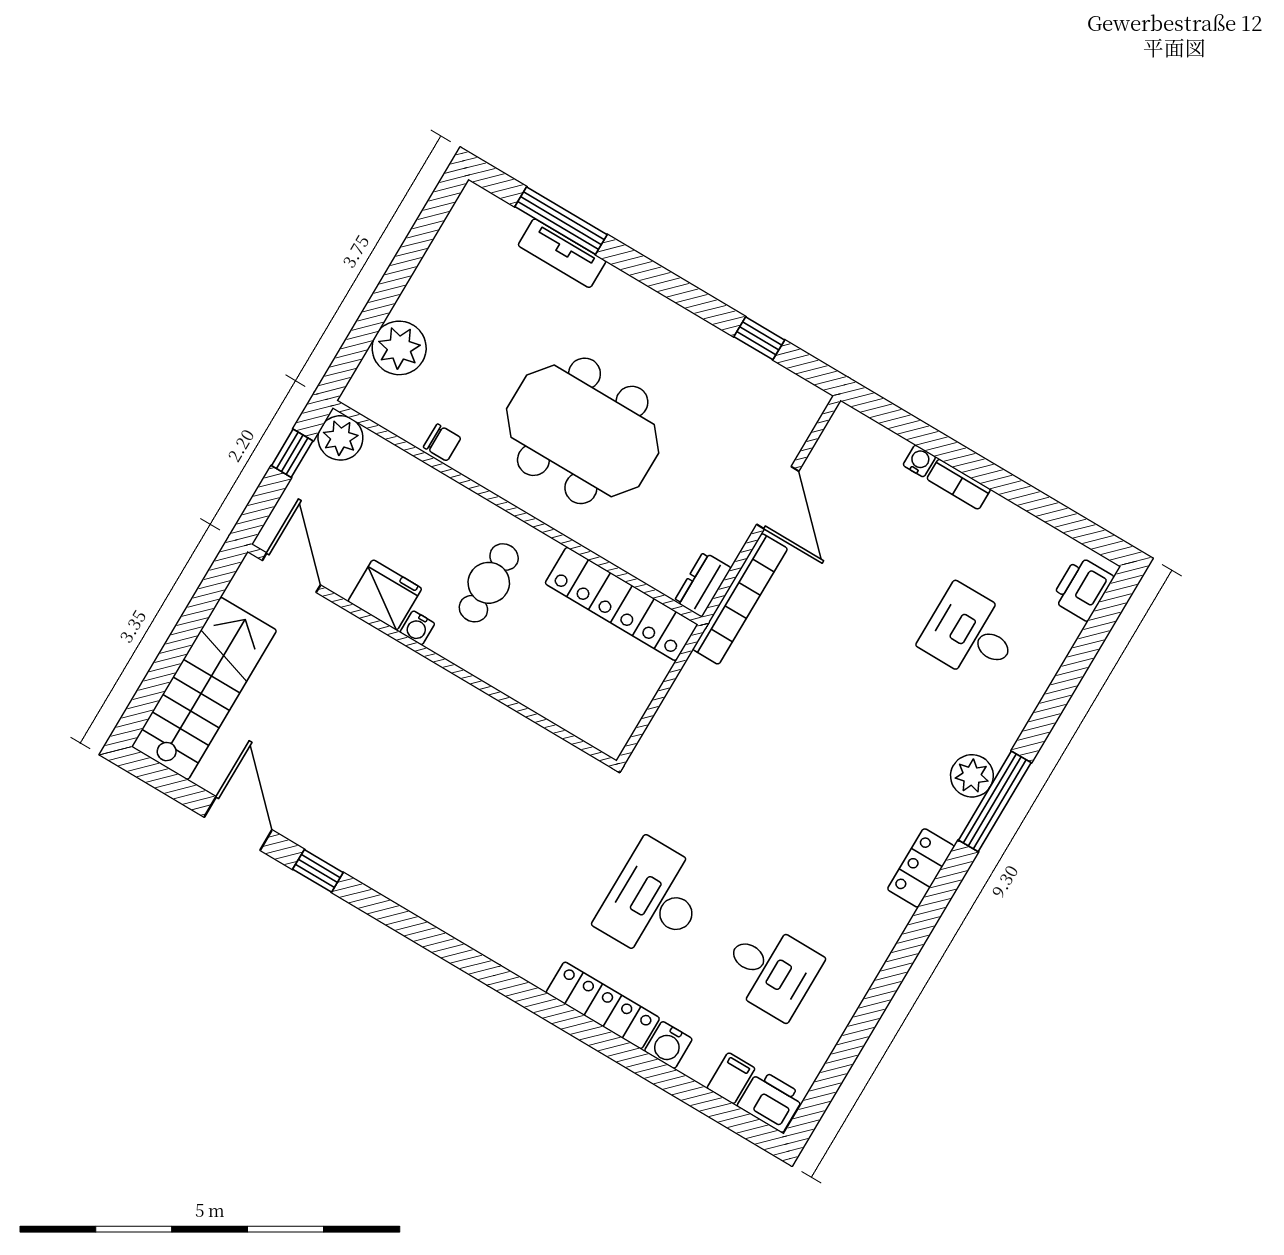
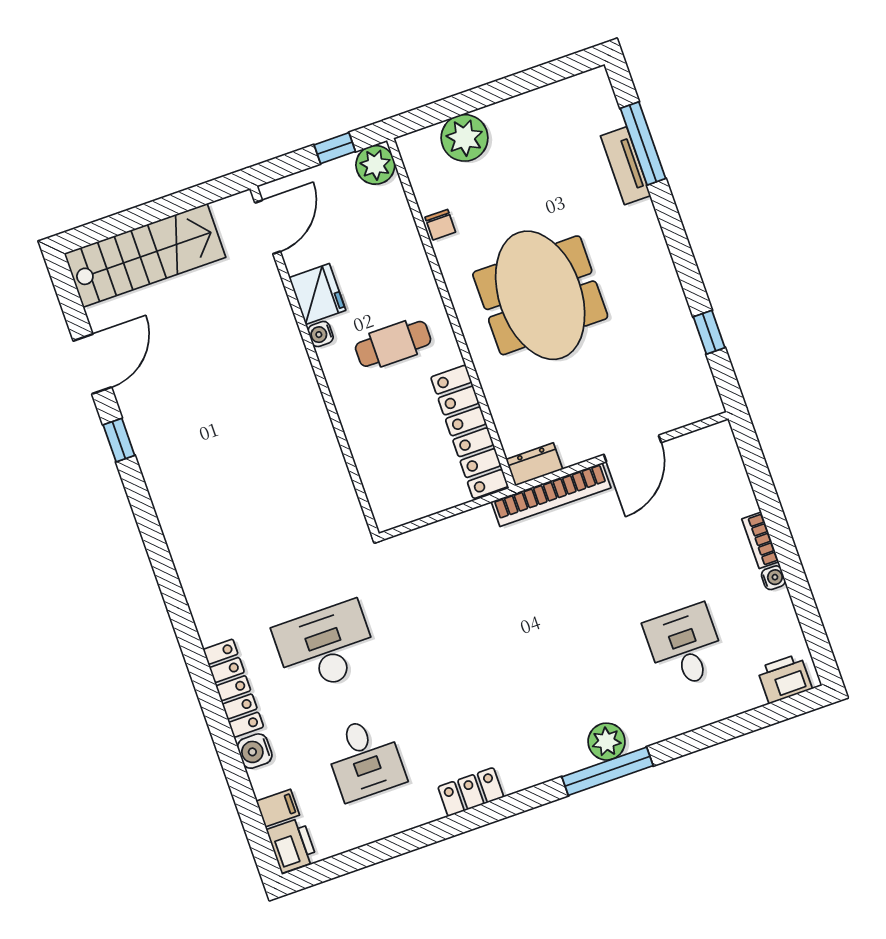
water cooler: (919, 461) -> (773, 578), moved
locker: (921, 868) -> (471, 792), moved

